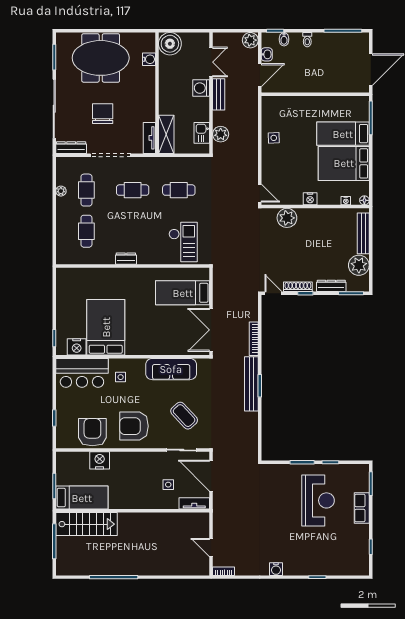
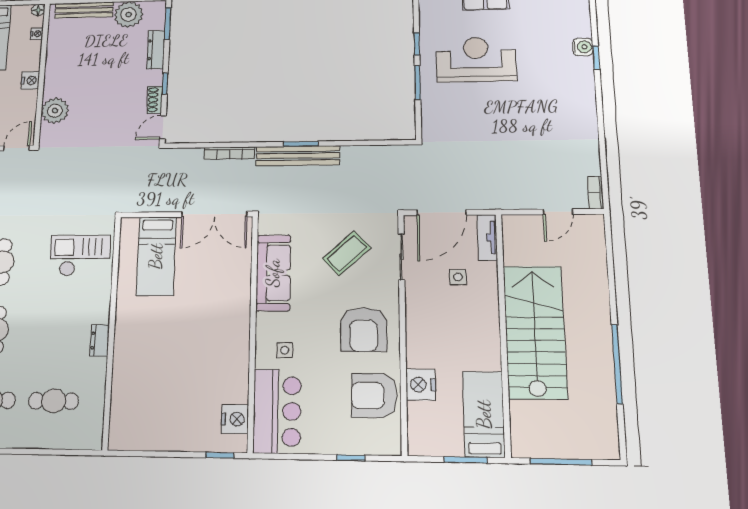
shoe rack: (298, 287) -> (155, 100), width x0.70
bed: (106, 327) -> (205, 373), removed
stairs: (86, 524) -> (535, 332), moved, width x1.36, depth x1.51
water cooler: (276, 569) -> (583, 47), moved

